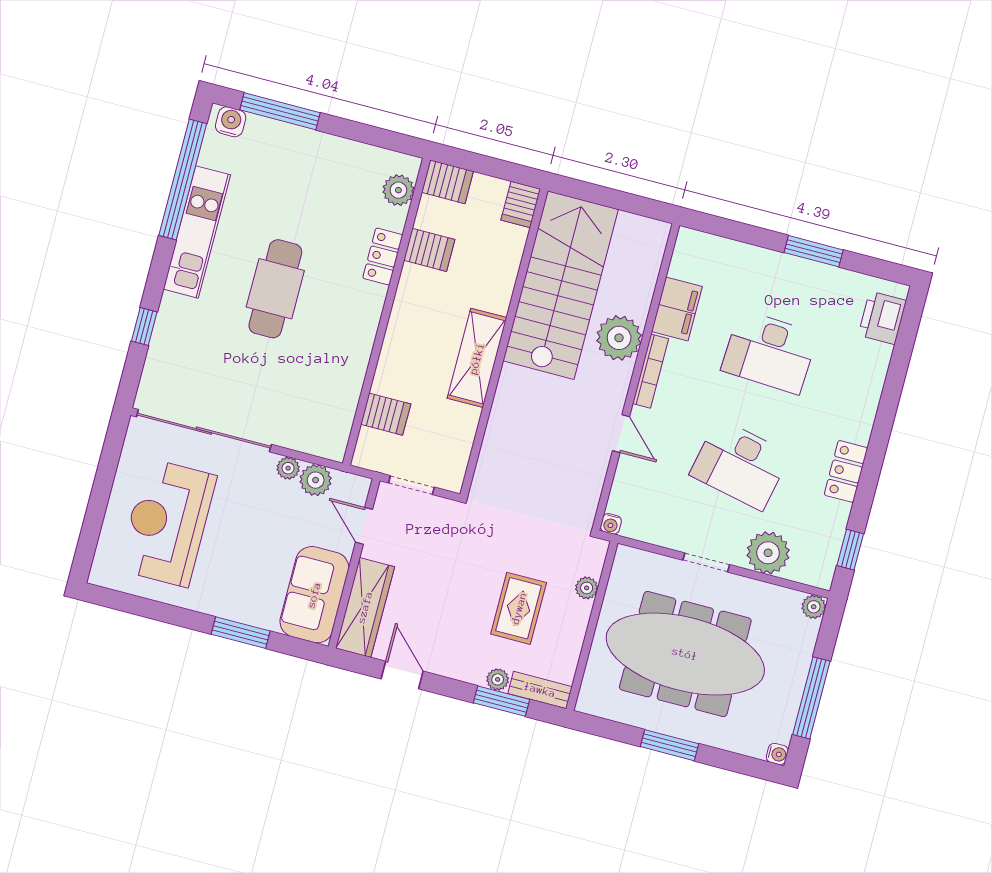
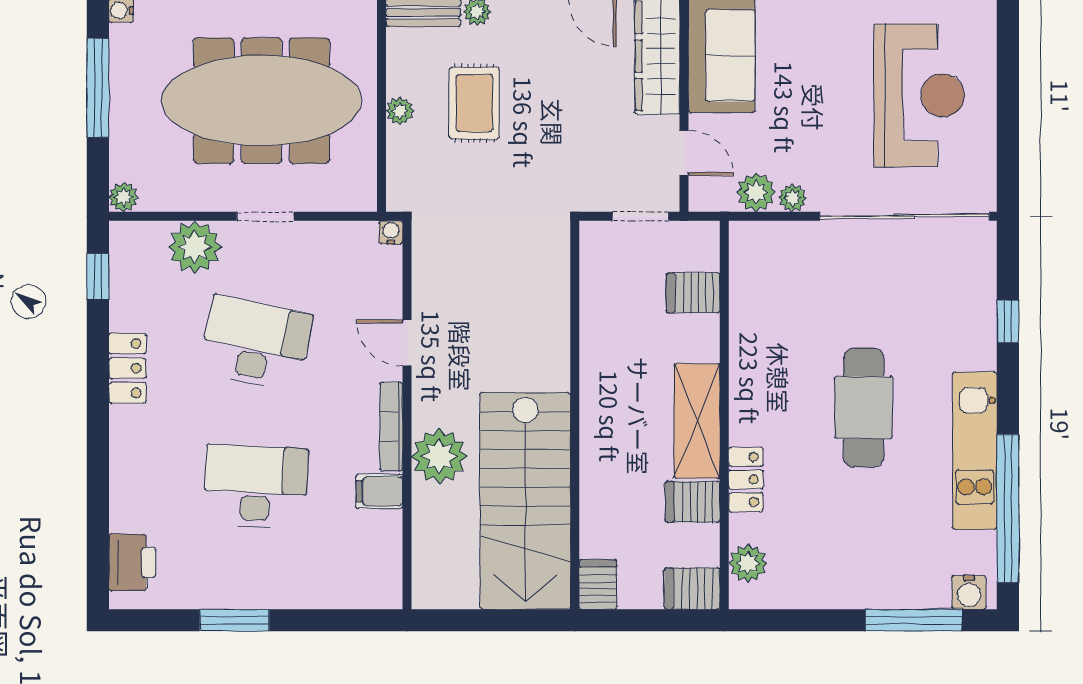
filing cabinet: (677, 309) -> (379, 491), width x0.50
shelving: (477, 358) -> (697, 421), moved
plant: (587, 588) -> (400, 111), moved

